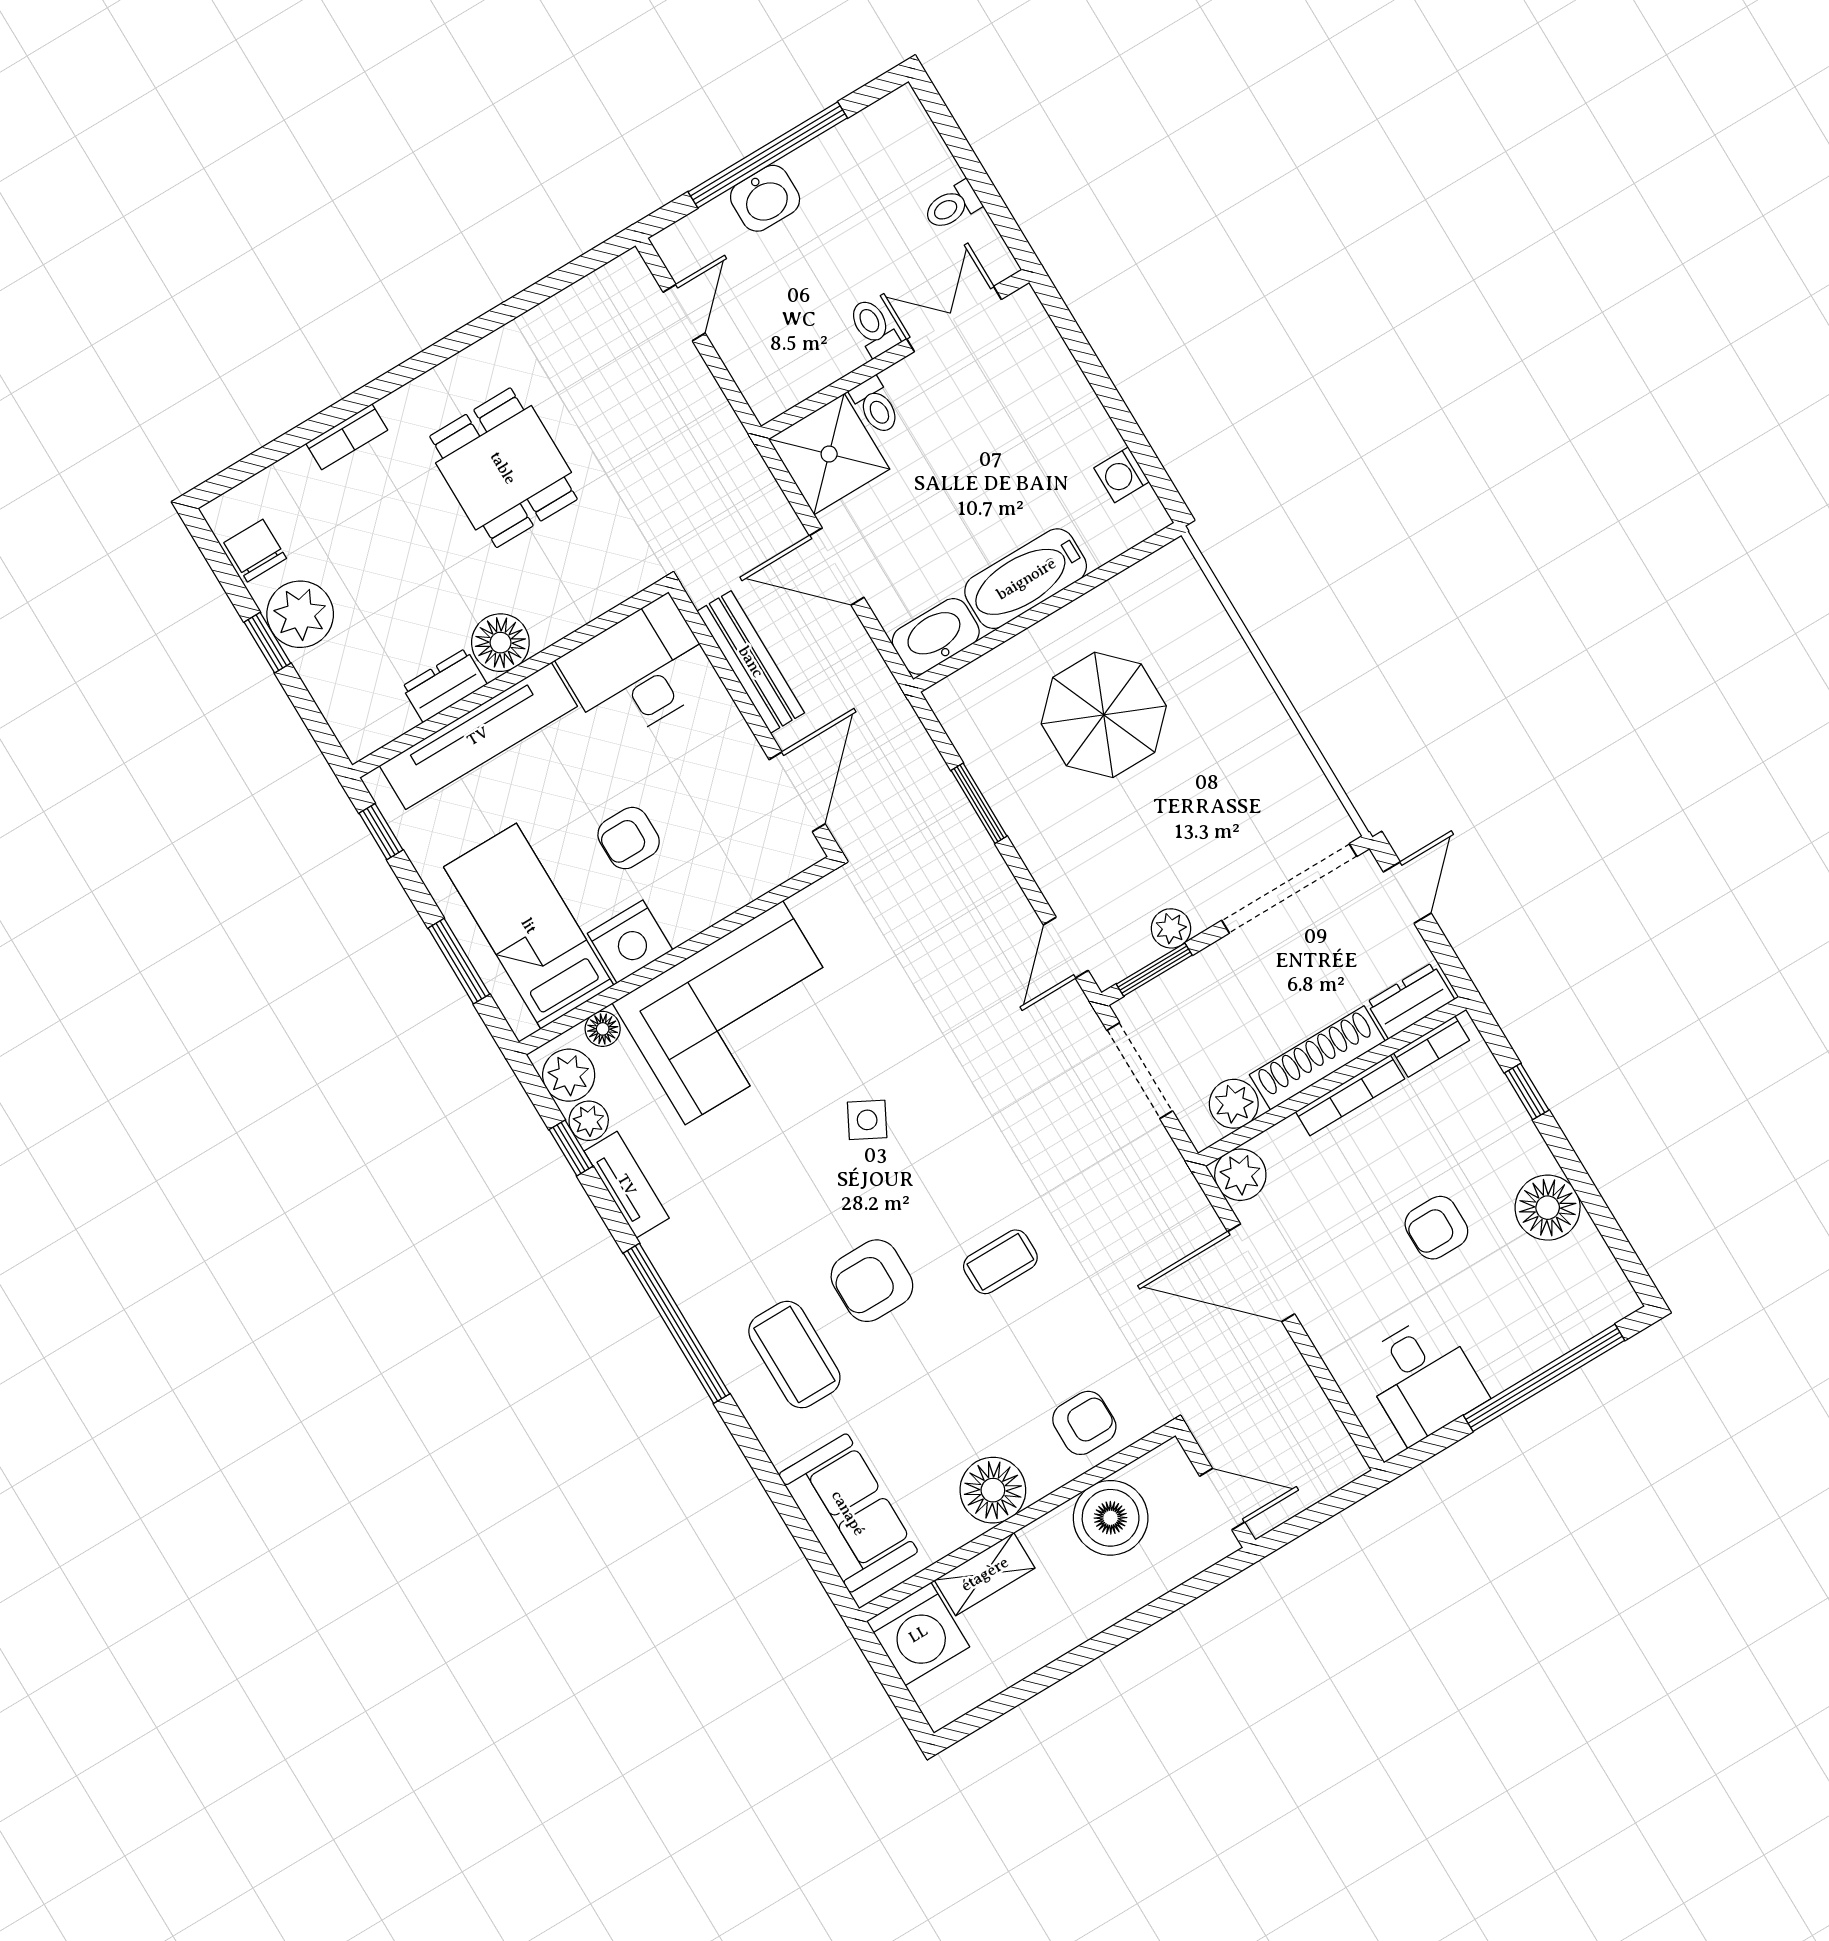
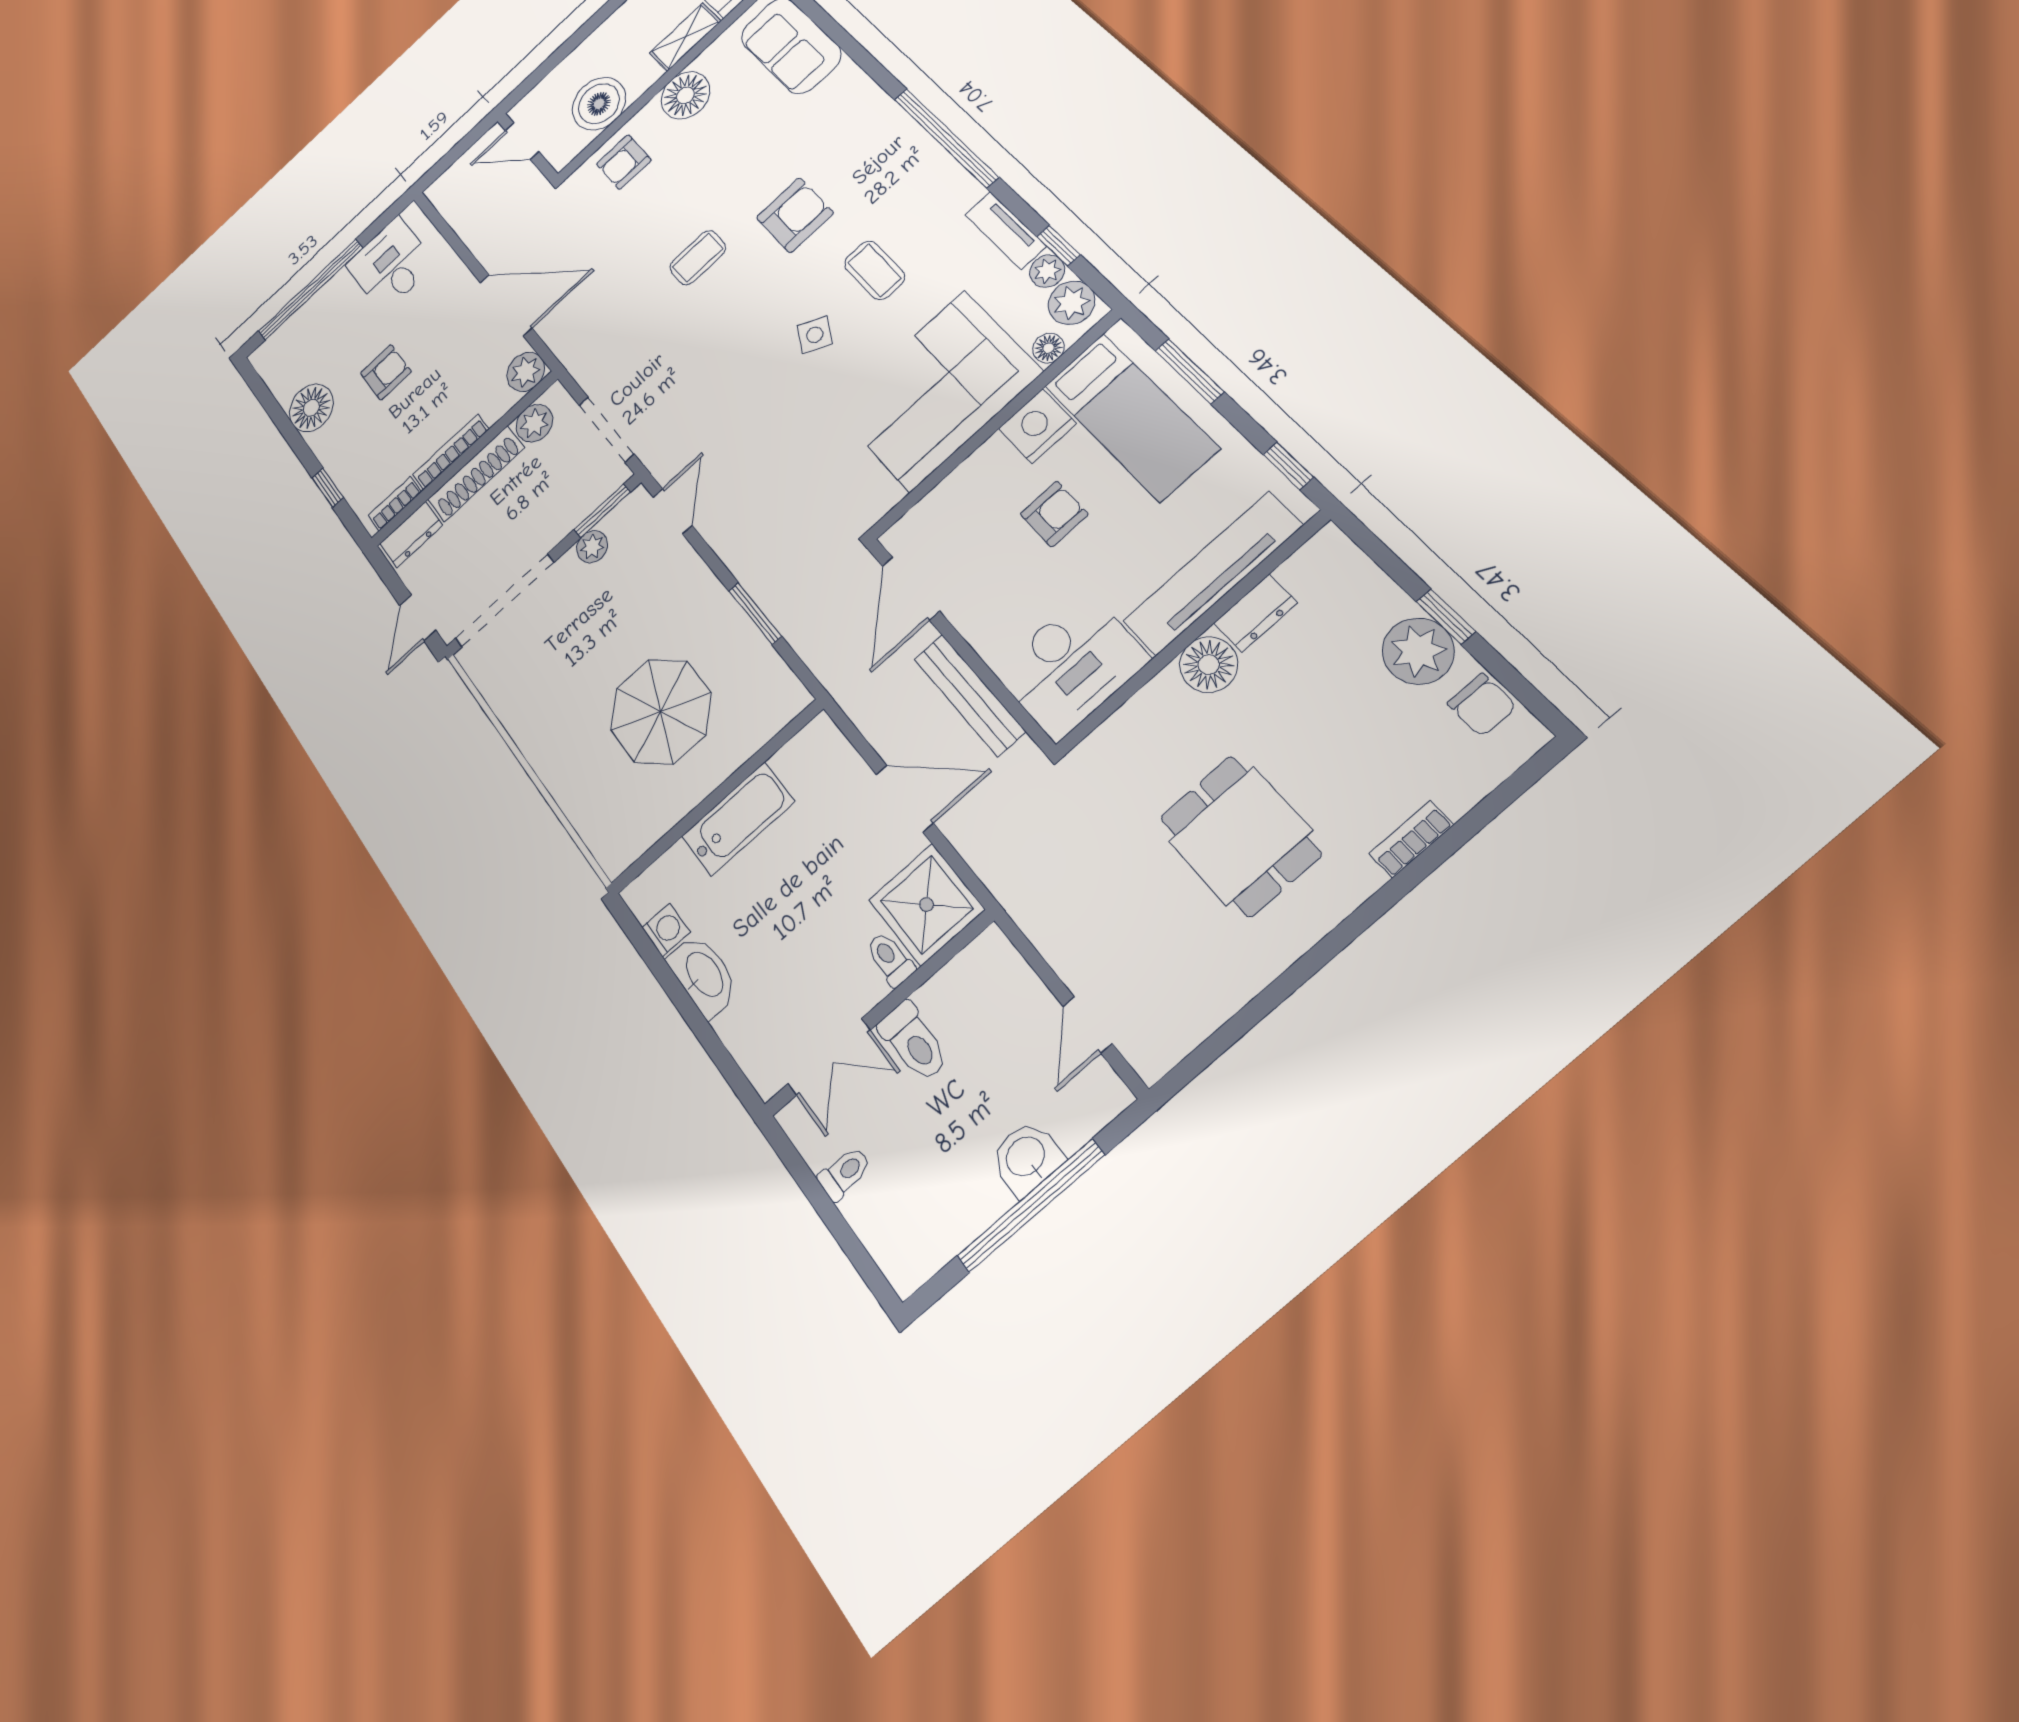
toilet: (873, 327) -> (914, 1042), width x1.37, depth x1.39
washbasin: (936, 636) -> (704, 975), moved, turned -90
coffee table: (794, 1355) -> (874, 270), moved, width x0.73, depth x0.77

